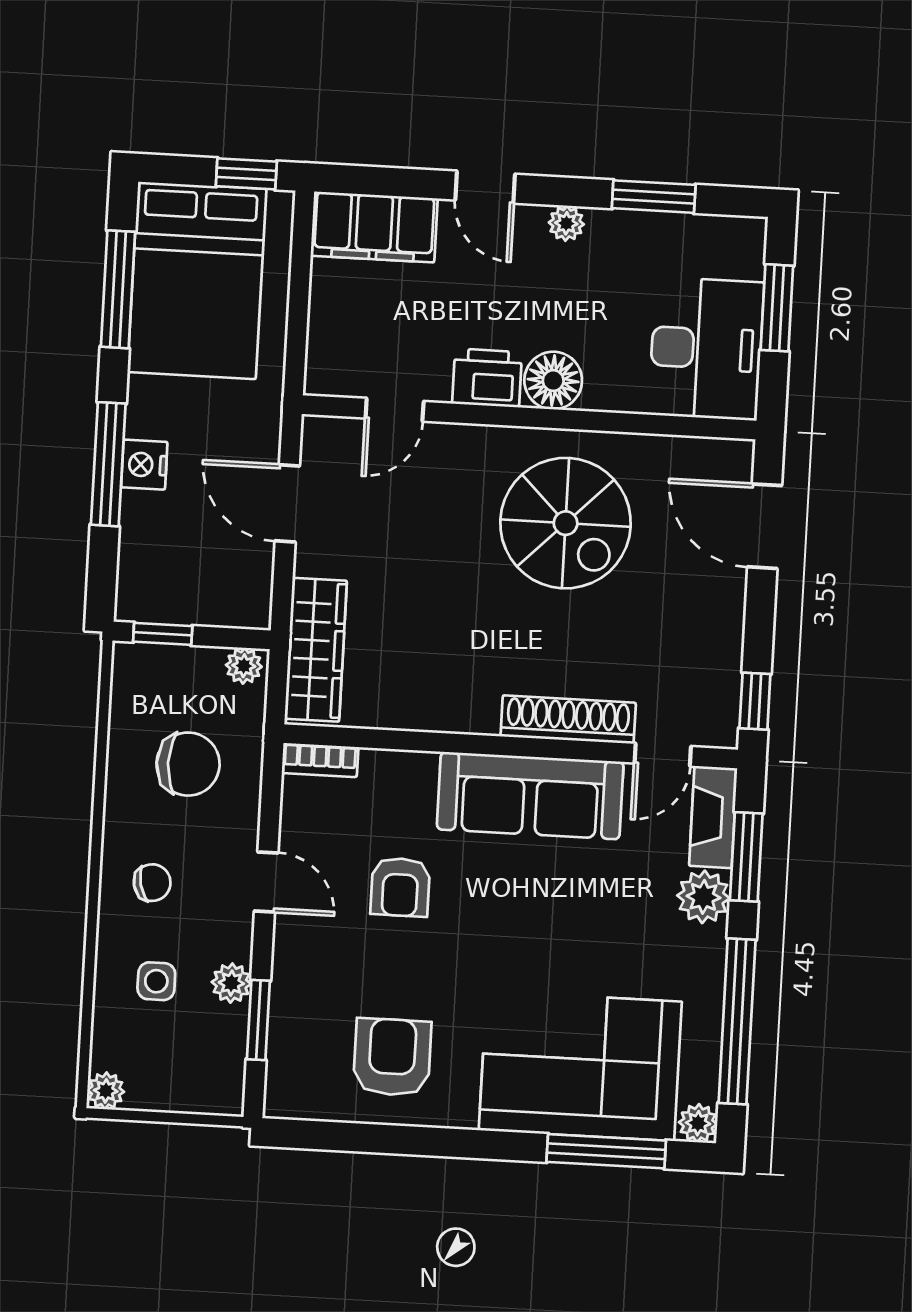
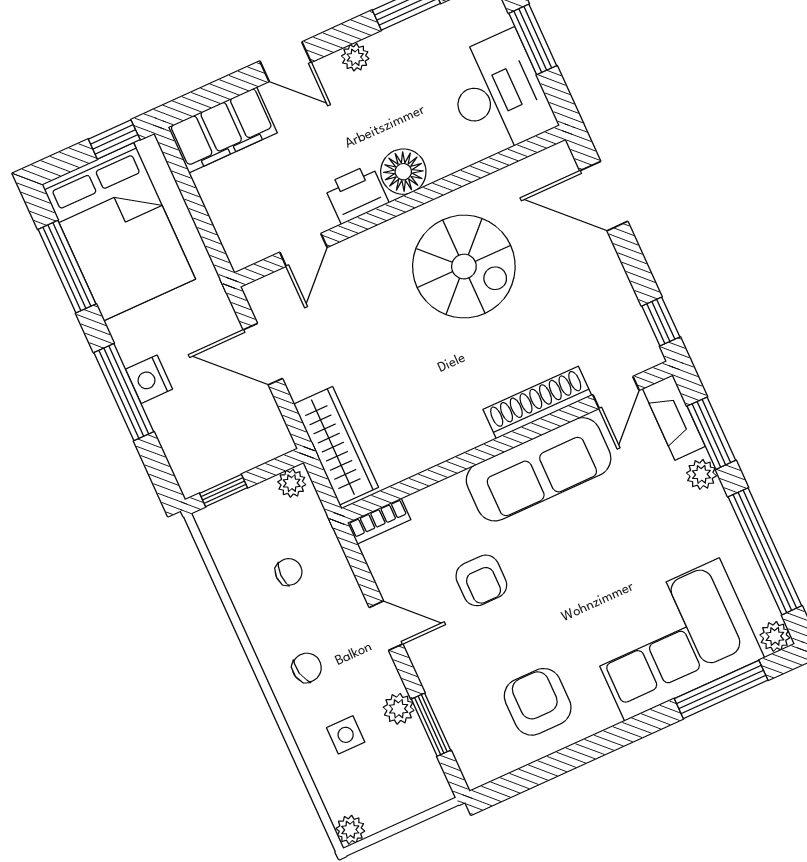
chair: (188, 764) -> (289, 572), width x0.54, depth x0.54
plant: (703, 897) -> (701, 474), width x0.73, depth x0.73

